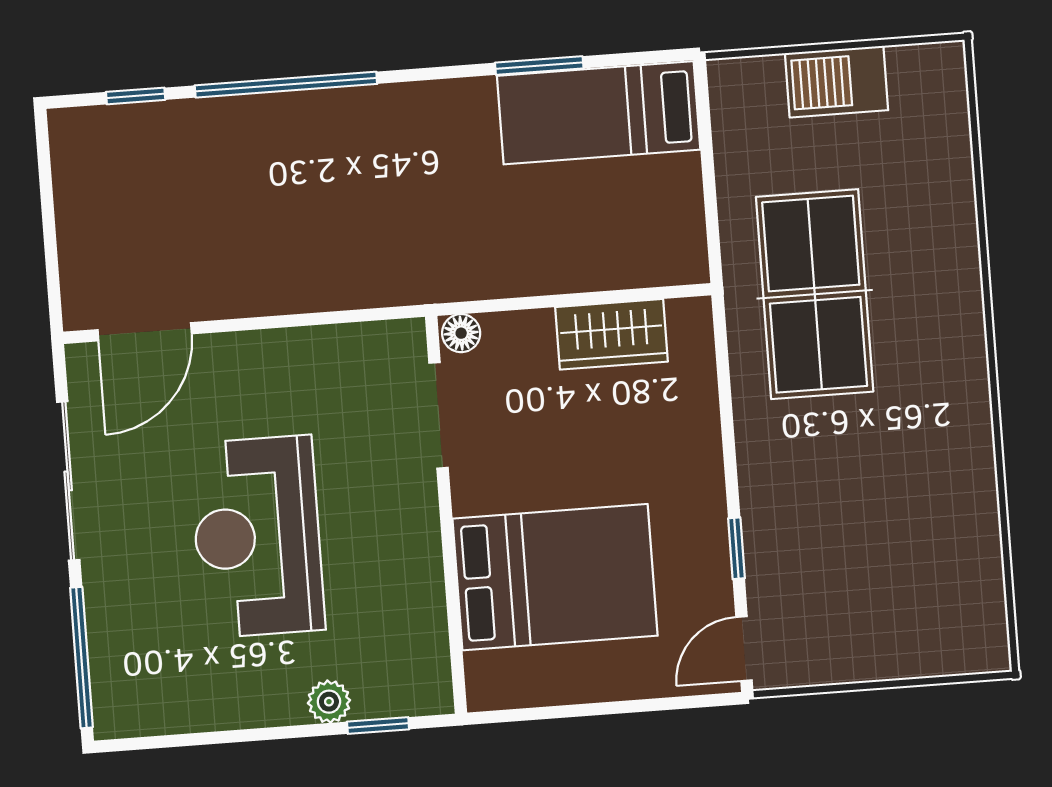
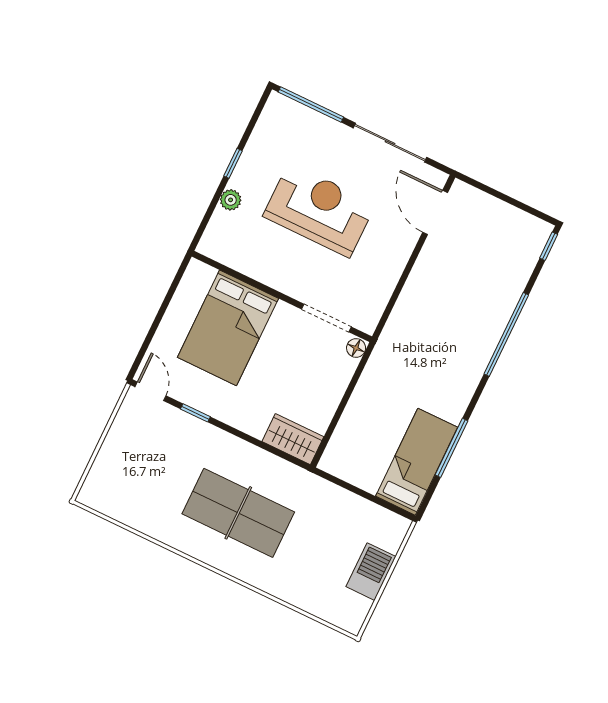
window: (539, 66) -> (452, 448), width x1.44
window: (136, 96) -> (549, 246), moved
table tennis table: (815, 294) -> (238, 513), moved
wardrobe: (612, 334) -> (293, 439), moved, turned 90
window: (378, 725) -> (233, 163), moved

